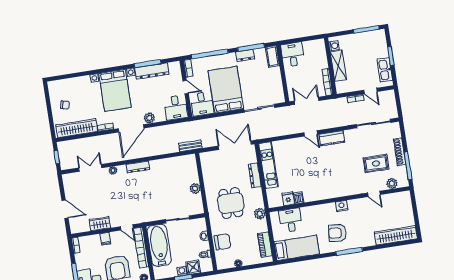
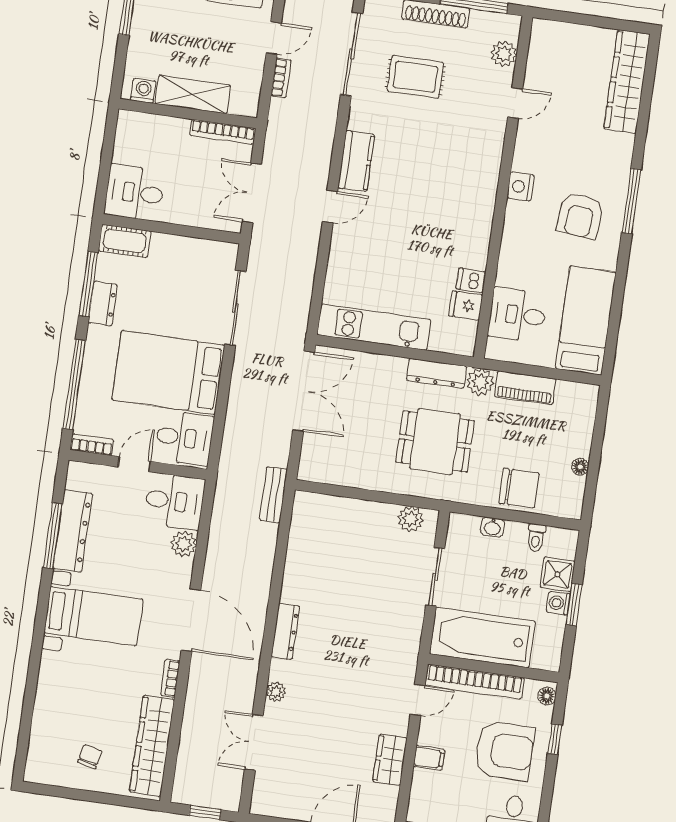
bed with nightstands: (115, 90) -> (93, 616), width x0.73
plant: (149, 118) -> (184, 544), moved
double door: (235, 145) -> (304, 391), swing flipped
rug: (376, 164) -> (415, 77), moved, turned 90
dresser: (255, 175) -> (436, 373), moved
plant: (195, 188) -> (410, 519), moved
chair: (222, 242) -> (519, 488), turned 90
piano: (265, 245) -> (525, 388), moved

